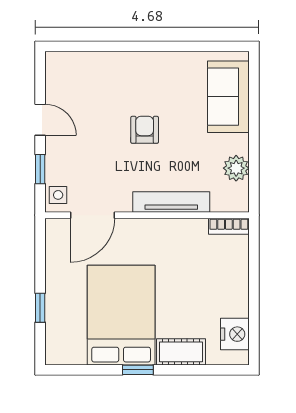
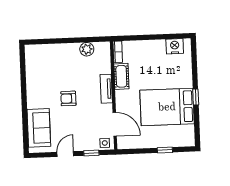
sofa: (228, 97) -> (39, 128), moved, turned -90
tv unit: (171, 202) -> (106, 89), width x0.71
cot: (181, 352) -> (121, 76), moved

